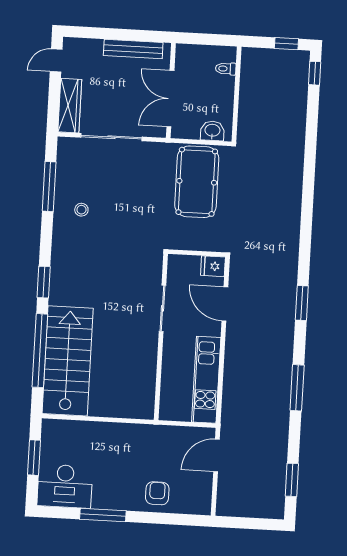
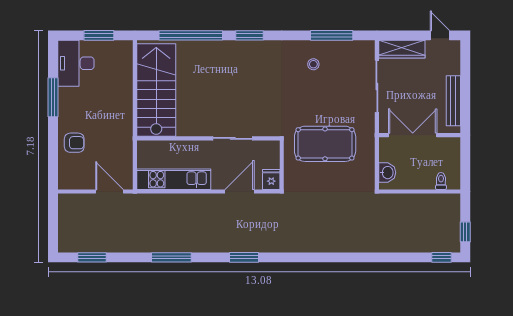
pool table: (197, 182) -> (325, 144), moved
stairs: (68, 361) -> (156, 90), moved, turned -90

